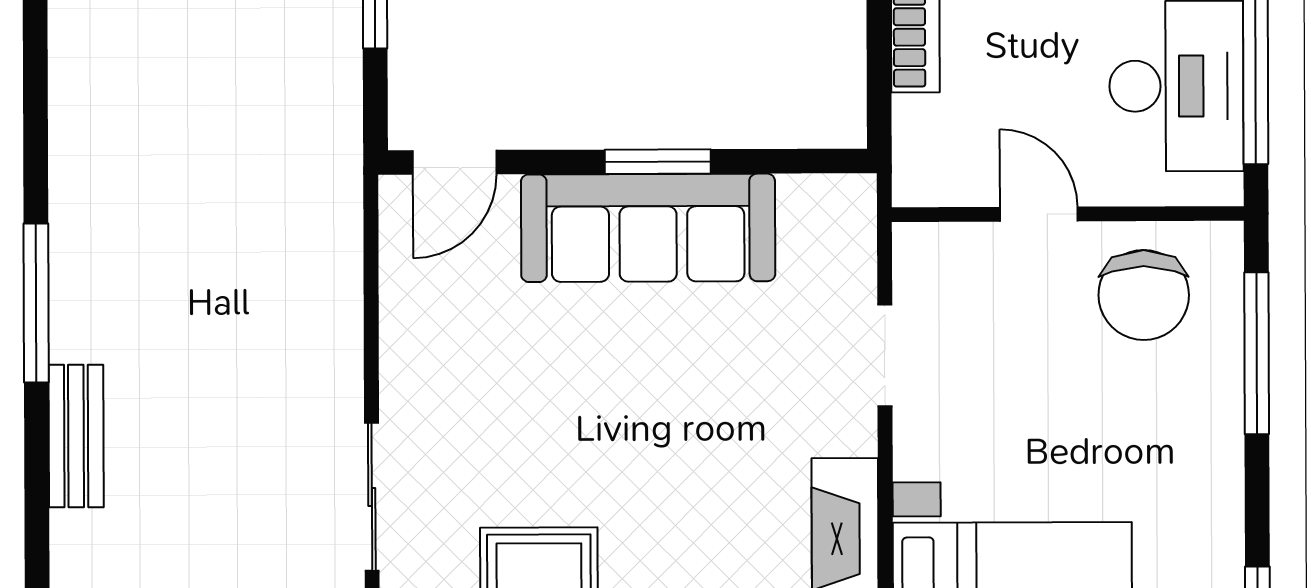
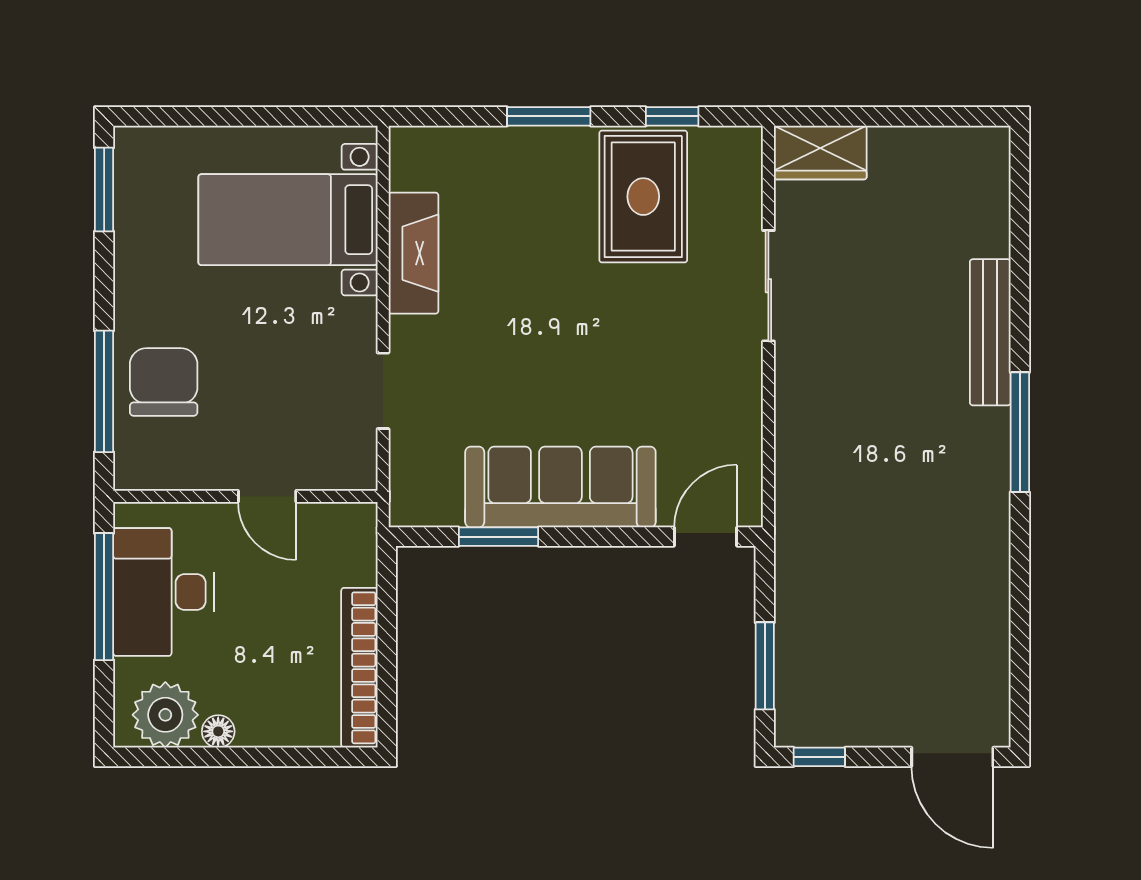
window: (658, 162) -> (499, 537), moved
chair: (1144, 295) -> (164, 382), moved
bench: (76, 436) -> (990, 332), width x1.36

